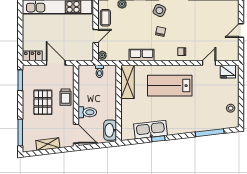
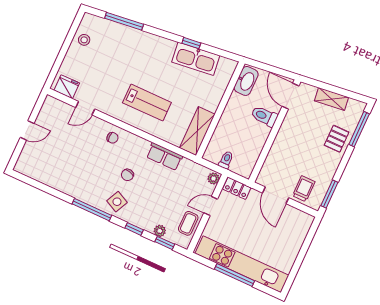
locker: (32, 56) -> (237, 188), moved
lab bench: (170, 86) -> (147, 103), width x0.73, depth x0.72
trolley: (66, 97) -> (304, 189), moved
pallet: (43, 102) -> (337, 139), moved, width x0.67, depth x0.71

